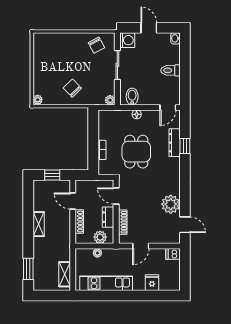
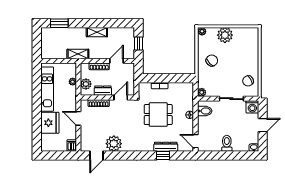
plant: (42, 73) -> (225, 35), added
shelving: (65, 274) -> (78, 54), moved
fridge: (152, 283) -> (50, 123), width x1.88, depth x1.34

